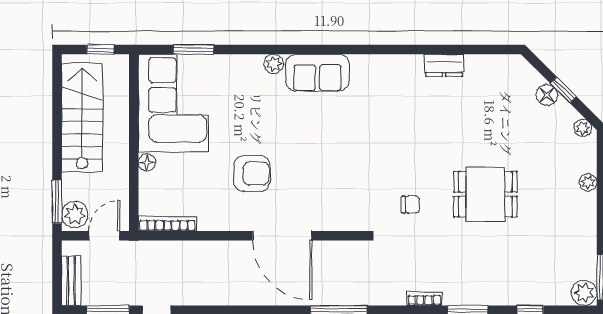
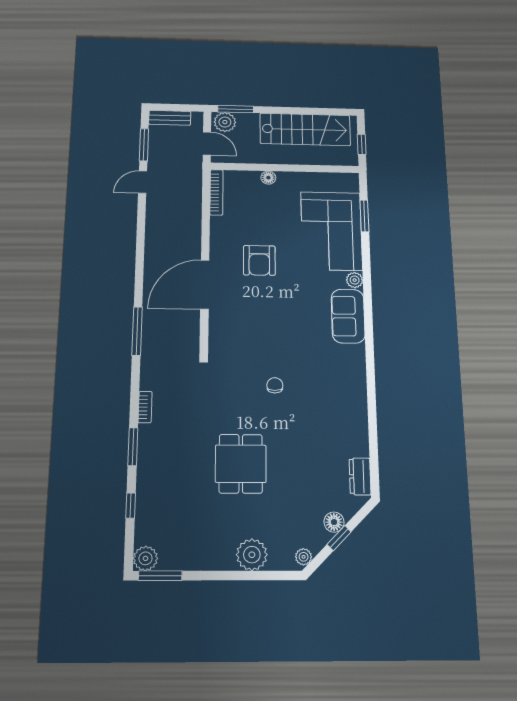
dresser: (444, 65) -> (360, 476), moved
corner sofa: (173, 103) -> (331, 231), moved, turned 90
plant: (588, 182) -> (252, 555), width x1.88, depth x1.88
chair: (410, 204) -> (275, 385), moved, turned 180

